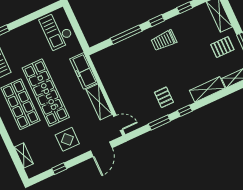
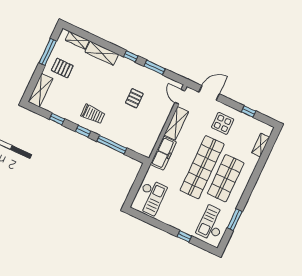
pallet: (164, 97) -> (134, 98), moved

